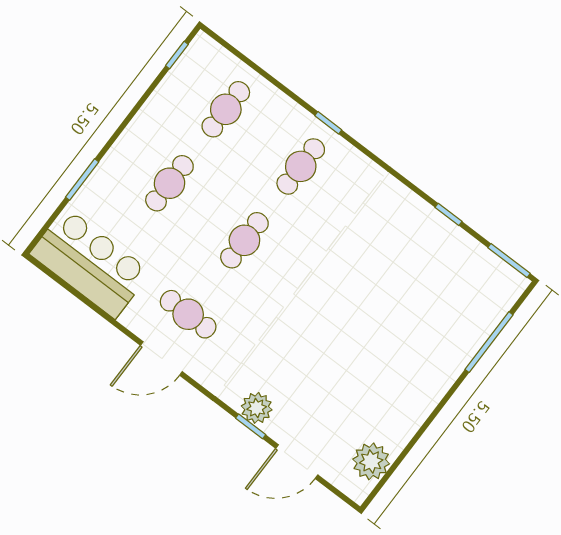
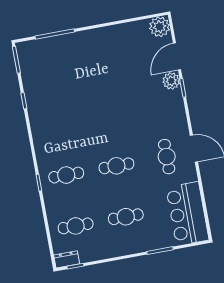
dresser: (197, 53) -> (67, 259), added
plant: (257, 408) -> (171, 81), moved
plant: (371, 461) -> (160, 27), moved
door: (297, 462) -> (177, 56), swing flipped

